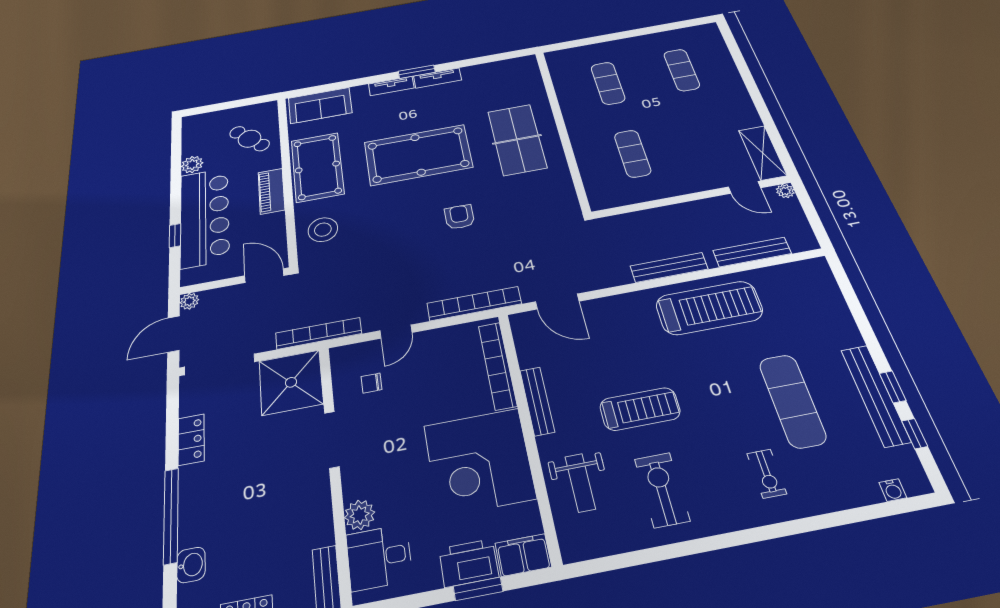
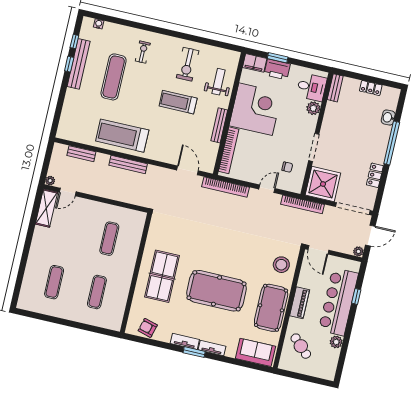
door: (745, 187) -> (68, 192), swing flipped
armchair: (459, 217) -> (148, 328), moved, turned 105
bench: (752, 252) -> (81, 154), width x0.73

